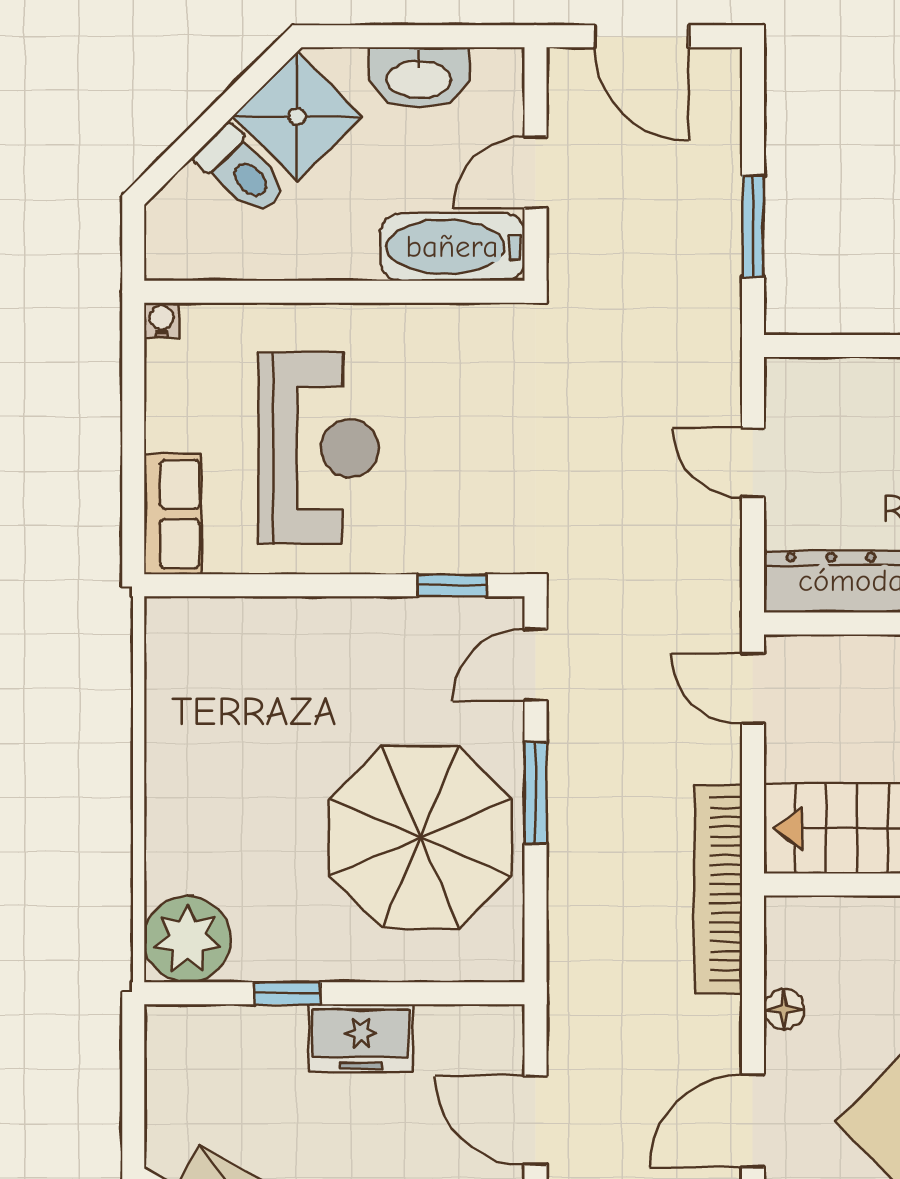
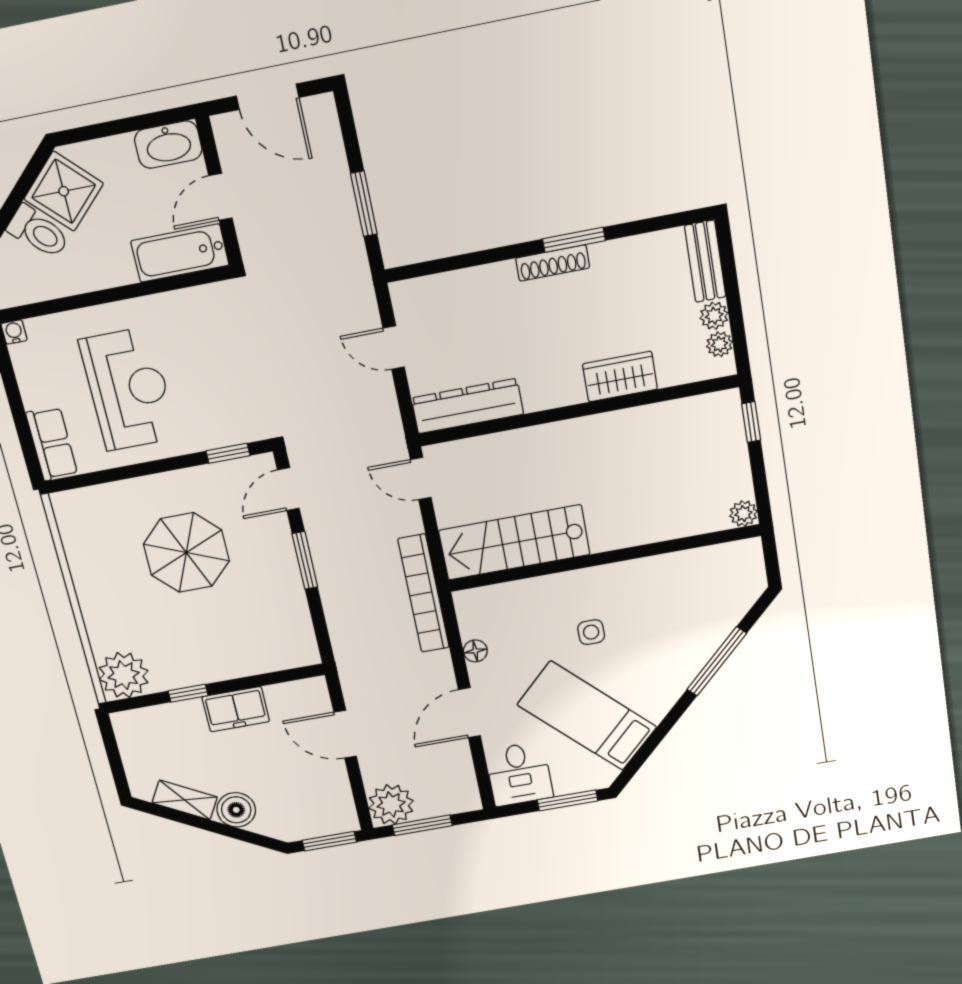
washbasin: (419, 78) -> (168, 145), moved
parasol: (420, 837) -> (186, 553), moved, width x0.73, depth x0.73

